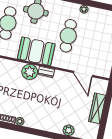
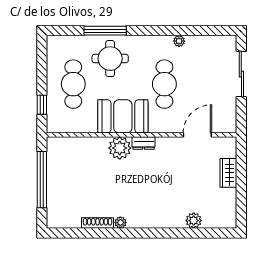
door: (83, 74) -> (197, 135), swing flipped
wardrobe: (97, 108) -> (228, 173), width x0.67

